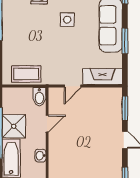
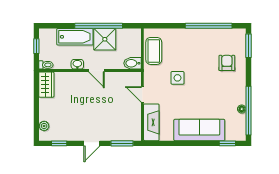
side table: (67, 20) -> (177, 78), moved
window: (125, 41) -> (185, 143), removed
door: (47, 124) -> (97, 70), moved

